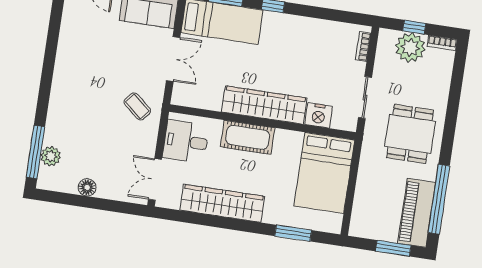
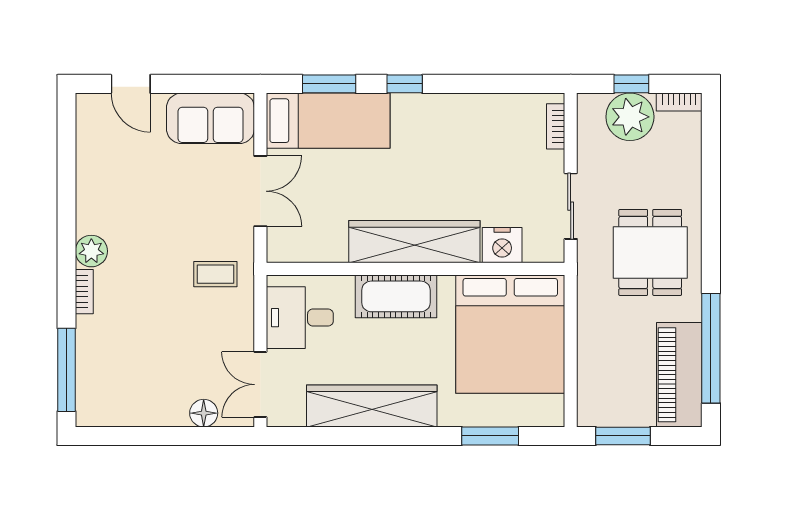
bookcase: (54, 105) -> (84, 292), added
coffee table: (137, 106) -> (215, 274), turned -40
plant: (51, 156) -> (91, 251), moved
bed: (324, 173) -> (510, 334), width x1.36
floor lamp: (87, 187) -> (204, 413), moved
window: (393, 248) -> (623, 436), moved

